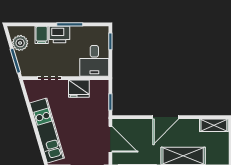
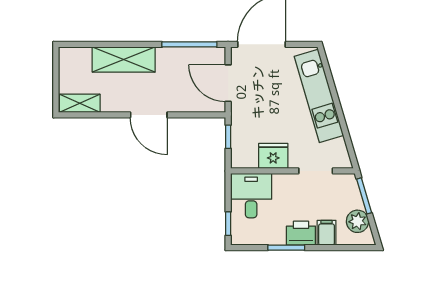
door: (166, 117) -> (149, 115), swing flipped

